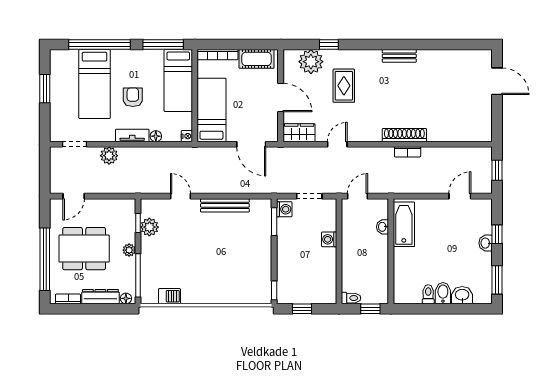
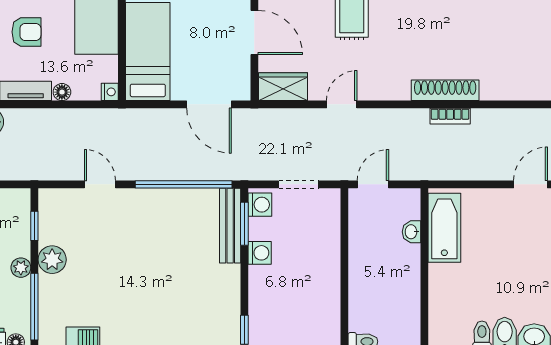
armchair: (133, 97) -> (26, 32), turned 90
window: (235, 196) -> (184, 184), added
bench: (225, 205) -> (230, 226), moved, turned 90
plant: (149, 227) -> (52, 260), moved
washing machine: (329, 239) -> (260, 253), moved, turned 180

